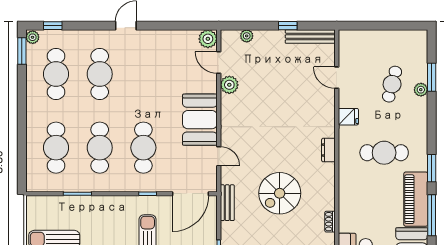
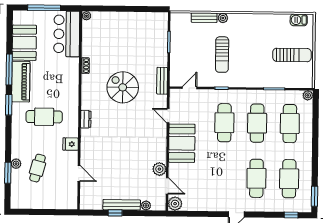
plant: (33, 37) -> (308, 95), moved
bench: (310, 37) -> (122, 205), moved
spiral stairs: (280, 193) -> (123, 87), turned -90
door: (190, 194) -> (190, 88), width x0.53

